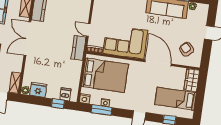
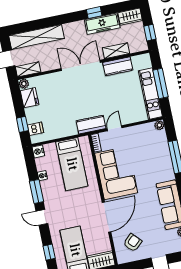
bed: (105, 75) -> (72, 164), width x0.67
window: (102, 110) -> (36, 191), moved

